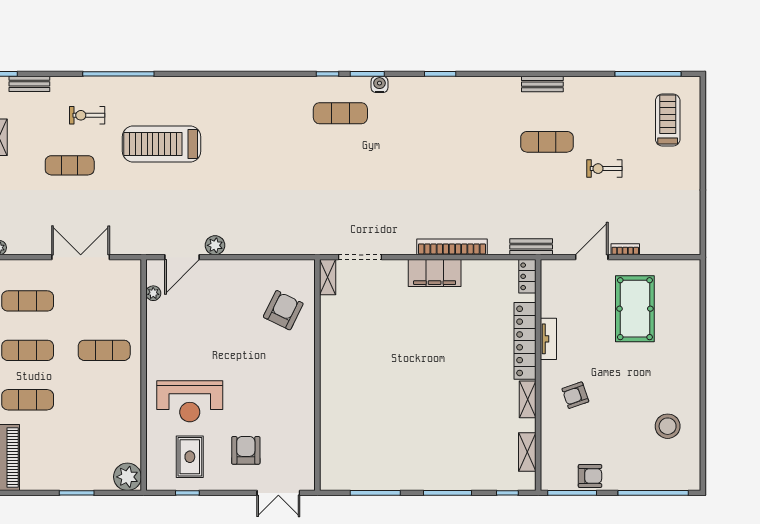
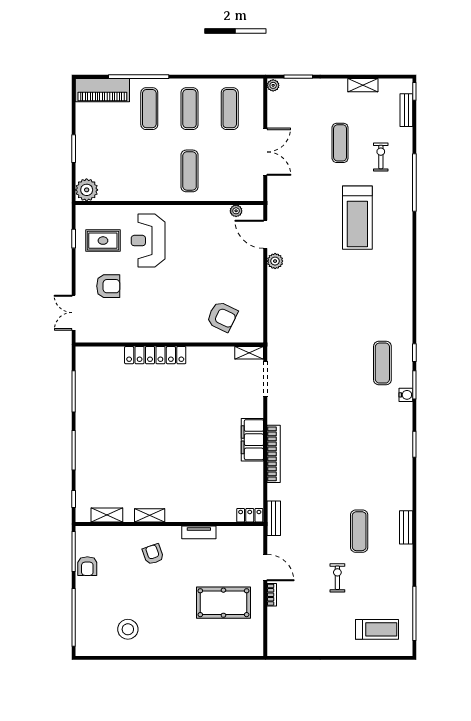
treadmill: (161, 144) -> (357, 218), turned 180
locker: (525, 341) -> (155, 355), moved, turned 180

